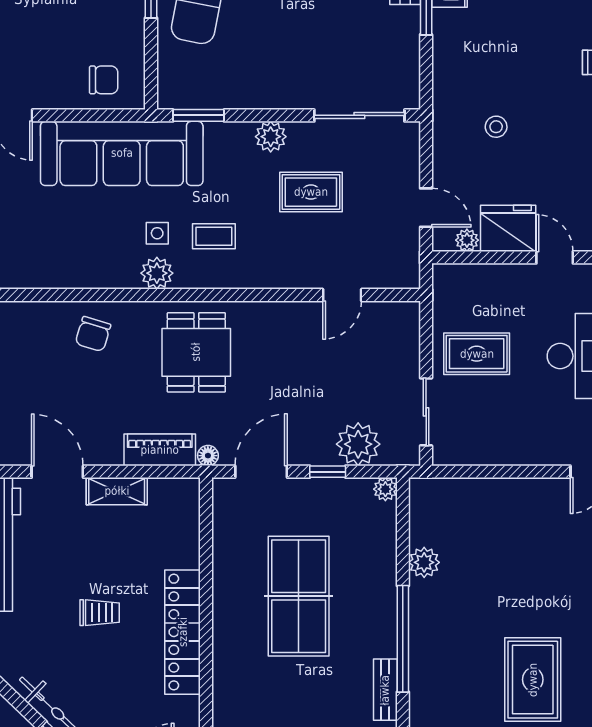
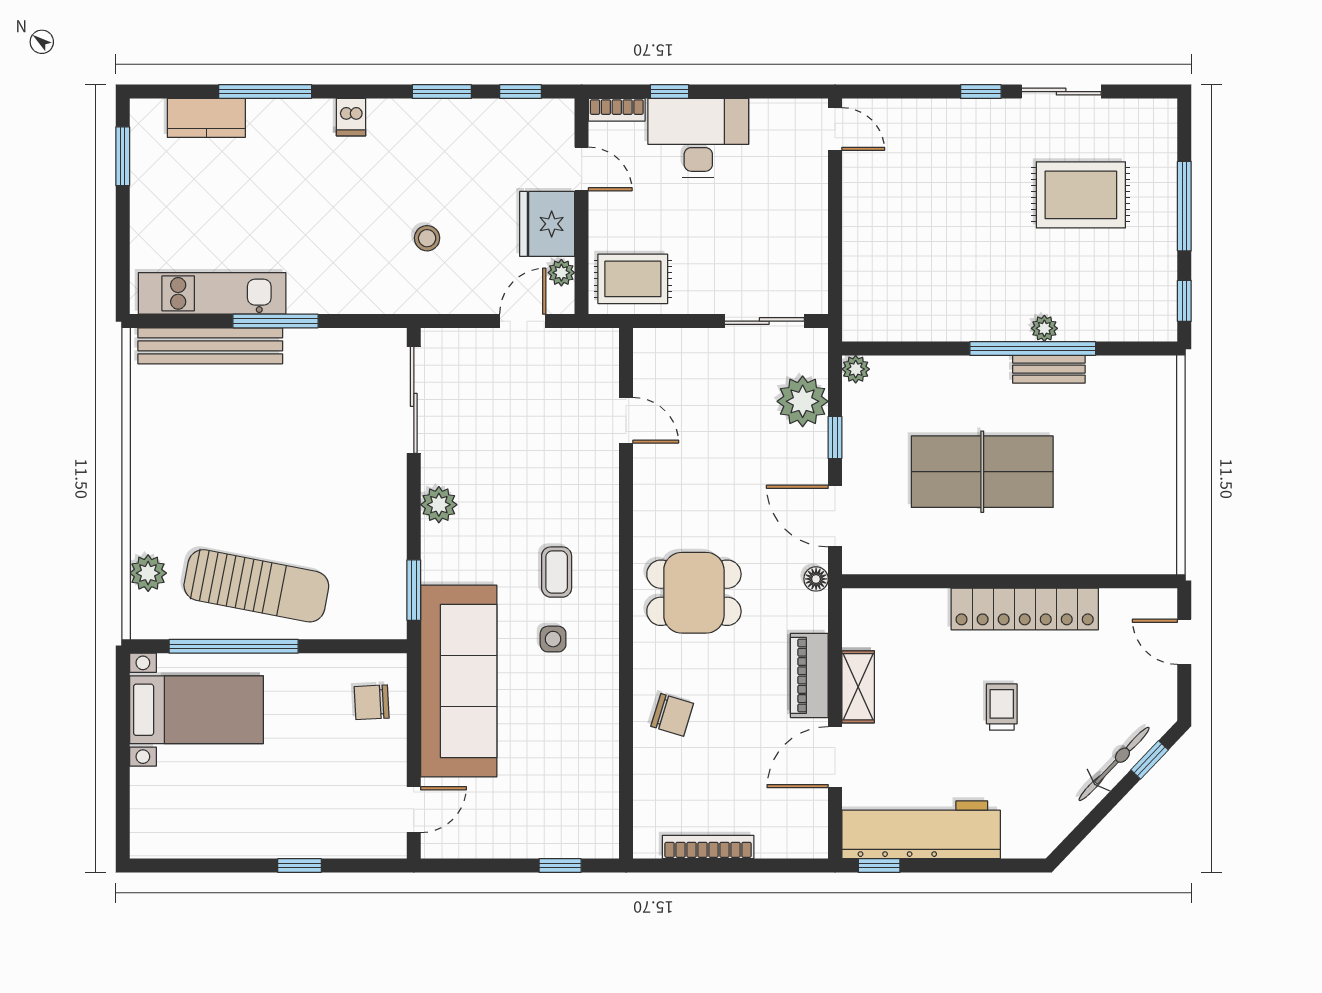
chair: (104, 80) -> (372, 702), turned -93
rug: (311, 192) -> (504, 457), removed
door: (555, 257) -> (582, 169), swing flipped
plant: (157, 273) -> (600, 639), removed
rug: (477, 354) -> (633, 279), moved, turned 90
piano: (160, 450) -> (809, 675), moved
plant: (424, 562) -> (1044, 328), moved, width x0.73, depth x0.73
bench: (385, 690) -> (1049, 369), moved

